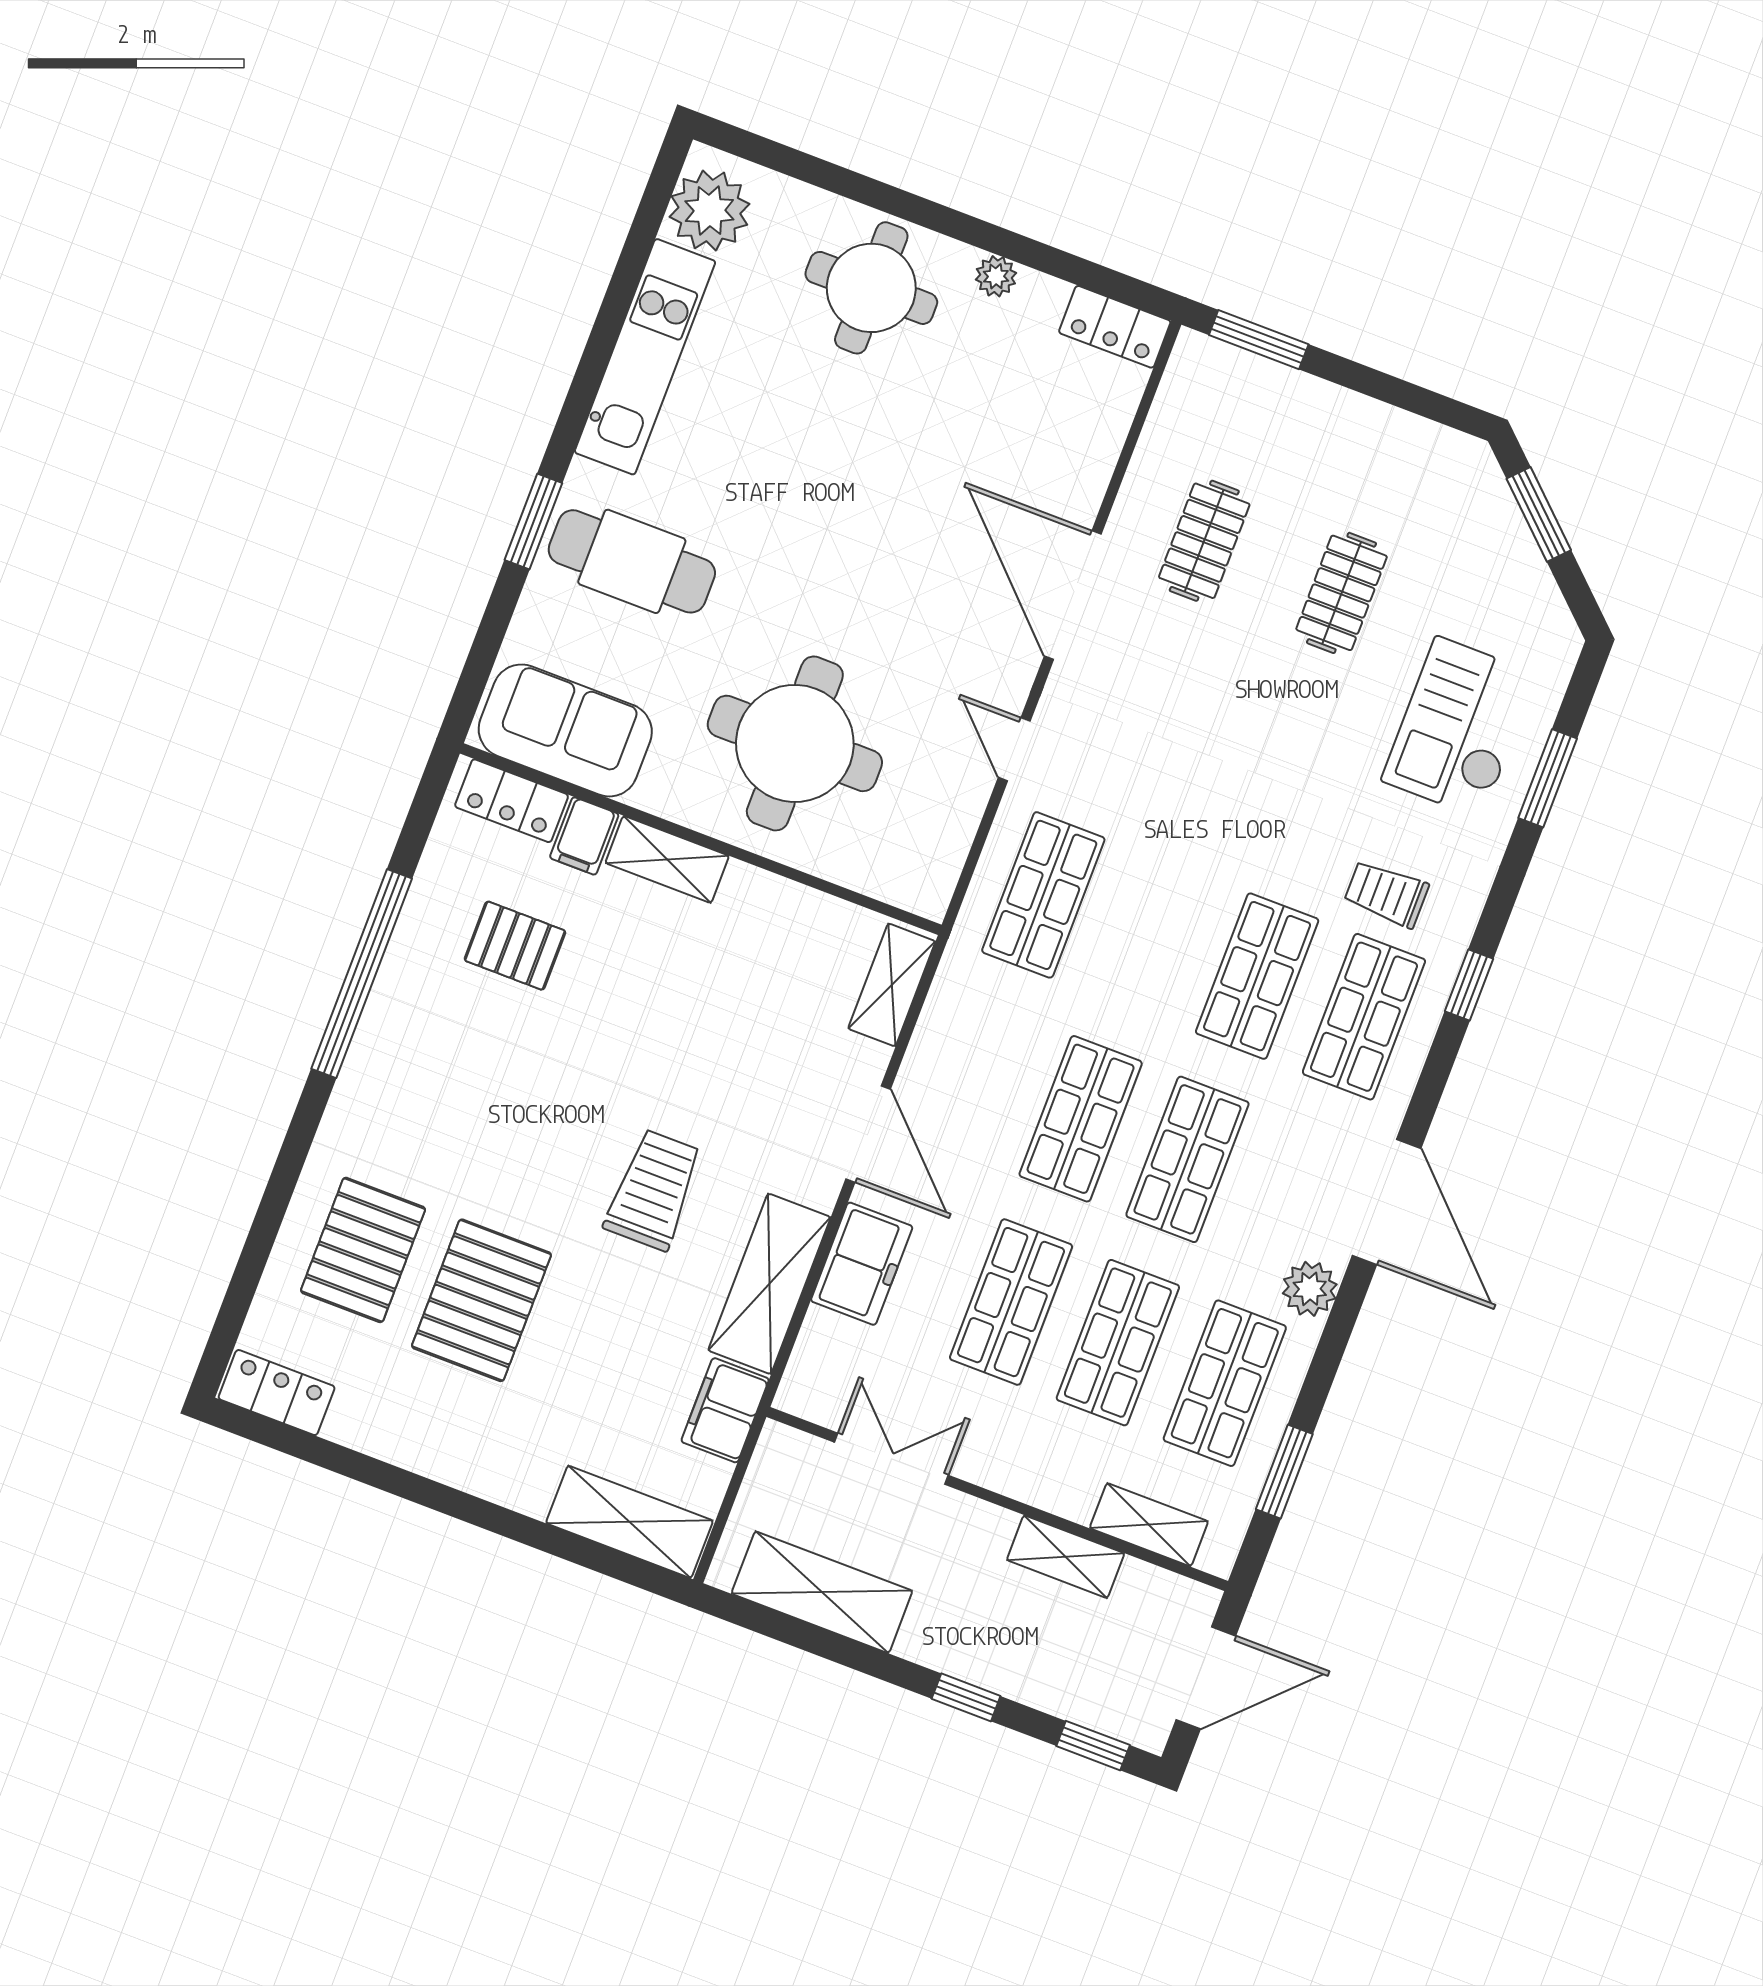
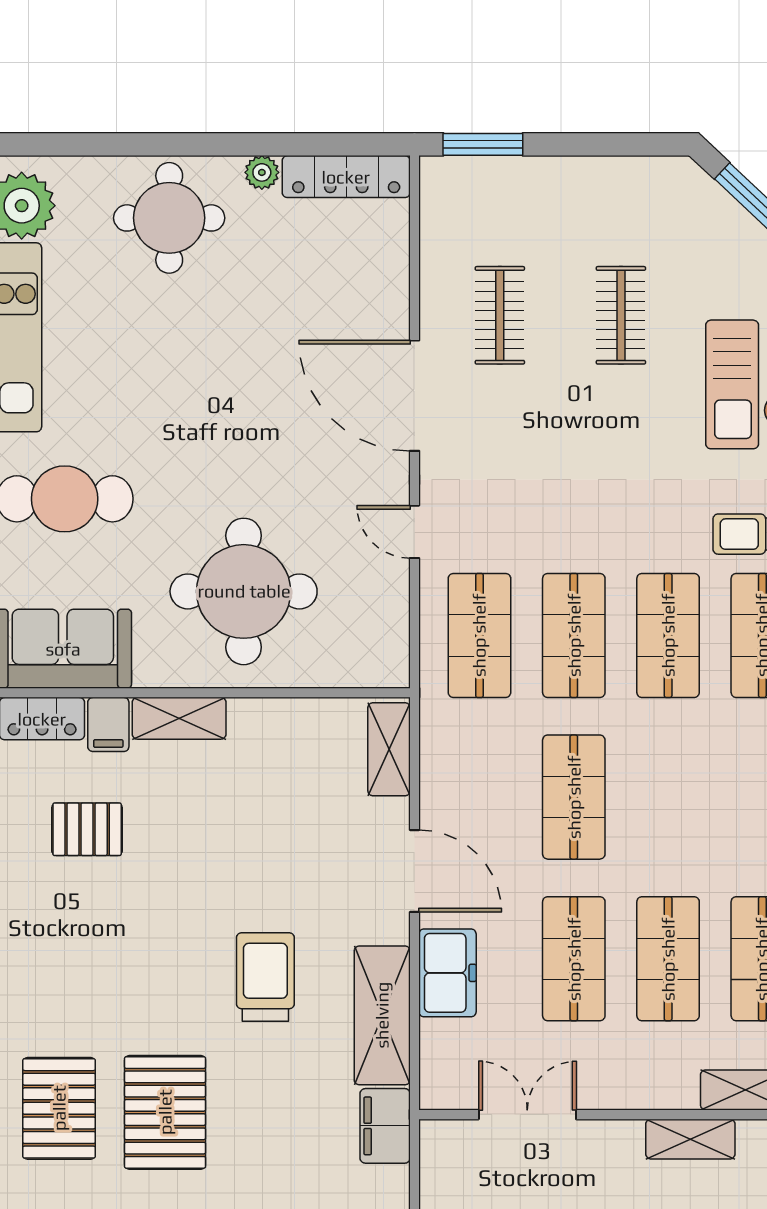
locker: (1115, 327) -> (346, 177), width x1.53
shop shelf: (1187, 1159) -> (574, 635), moved

